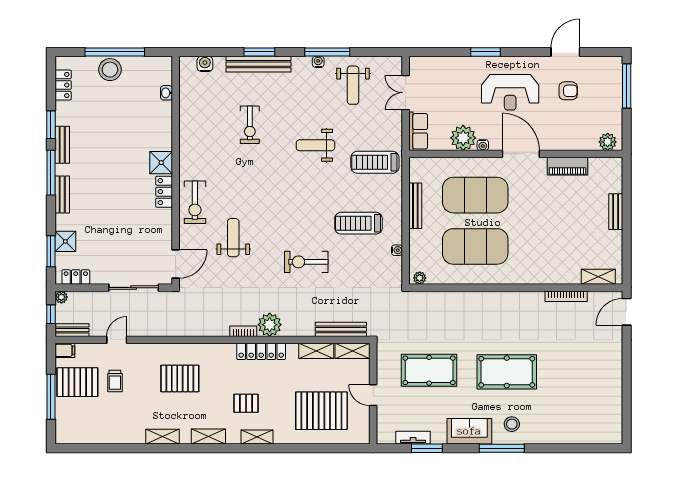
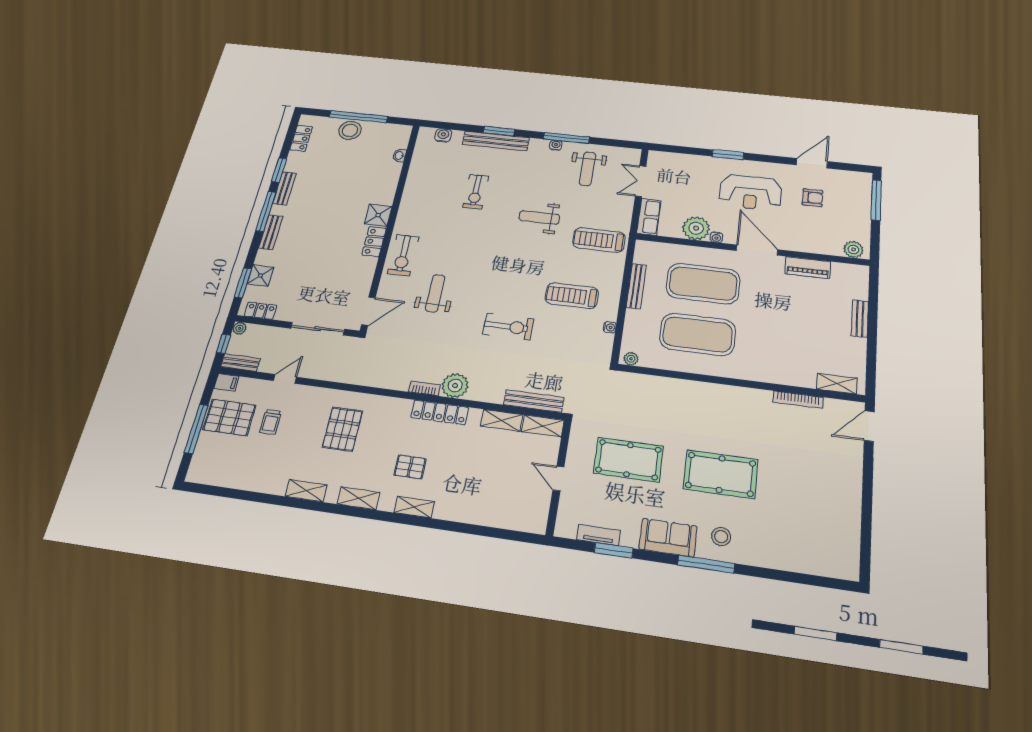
exercise bike: (306, 262) -> (508, 327), turned 180
pallet: (180, 378) -> (342, 429), turned 90
pallet: (321, 411) -> (495, 488), removed

